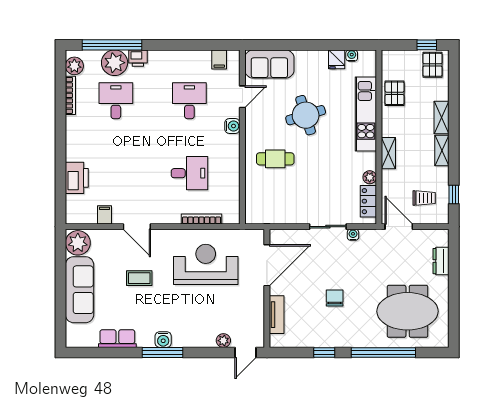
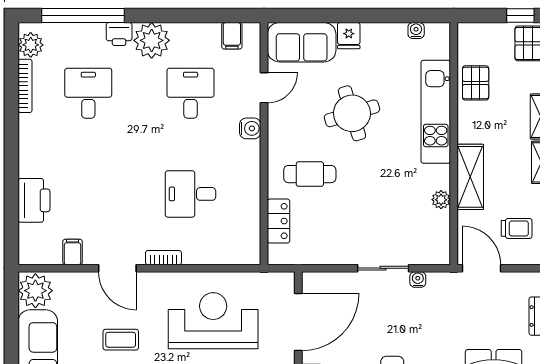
fridge: (337, 59) -> (349, 36), moved
plant: (115, 63) -> (152, 40), moved
shelving: (388, 153) -> (470, 177), width x1.50, depth x1.33
desk: (189, 173) -> (191, 194), turned 180
locker: (368, 201) -> (279, 221), moved, turned 180
bookcase: (202, 219) -> (163, 258), moved, width x0.64

